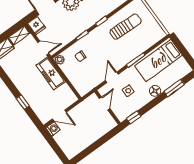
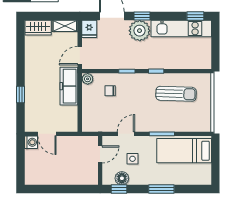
door: (43, 48) -> (80, 56), swing flipped
window: (174, 88) -> (161, 189), moved
floor lamp: (155, 91) -> (122, 178), moved

